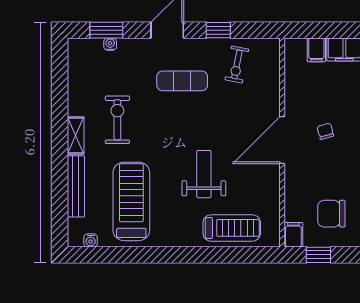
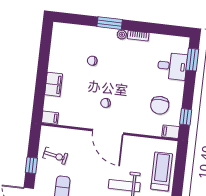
filing cabinet: (316, 50) -> (50, 118), moved

